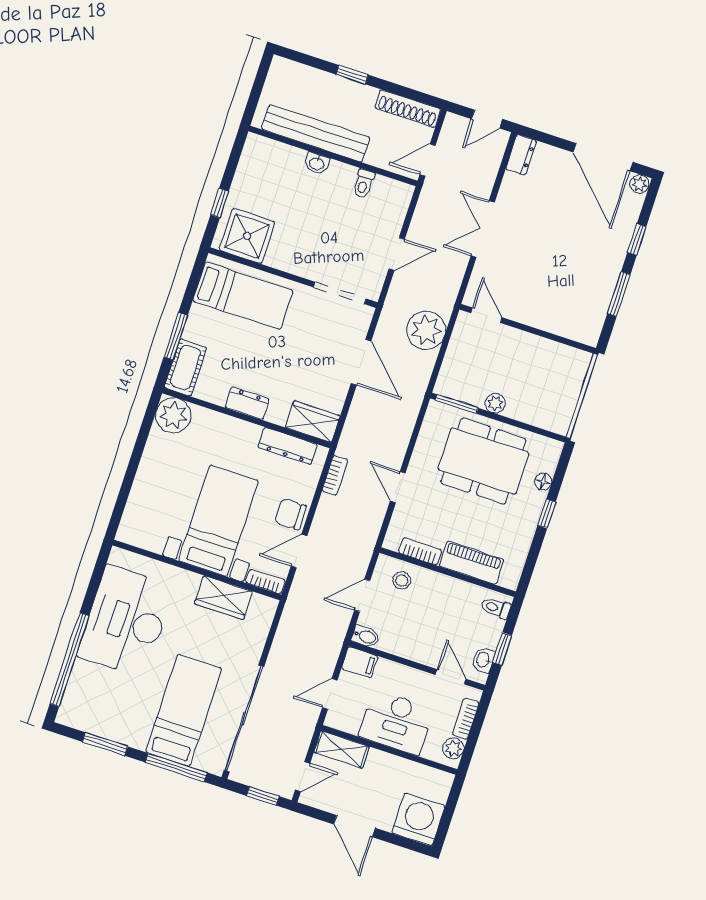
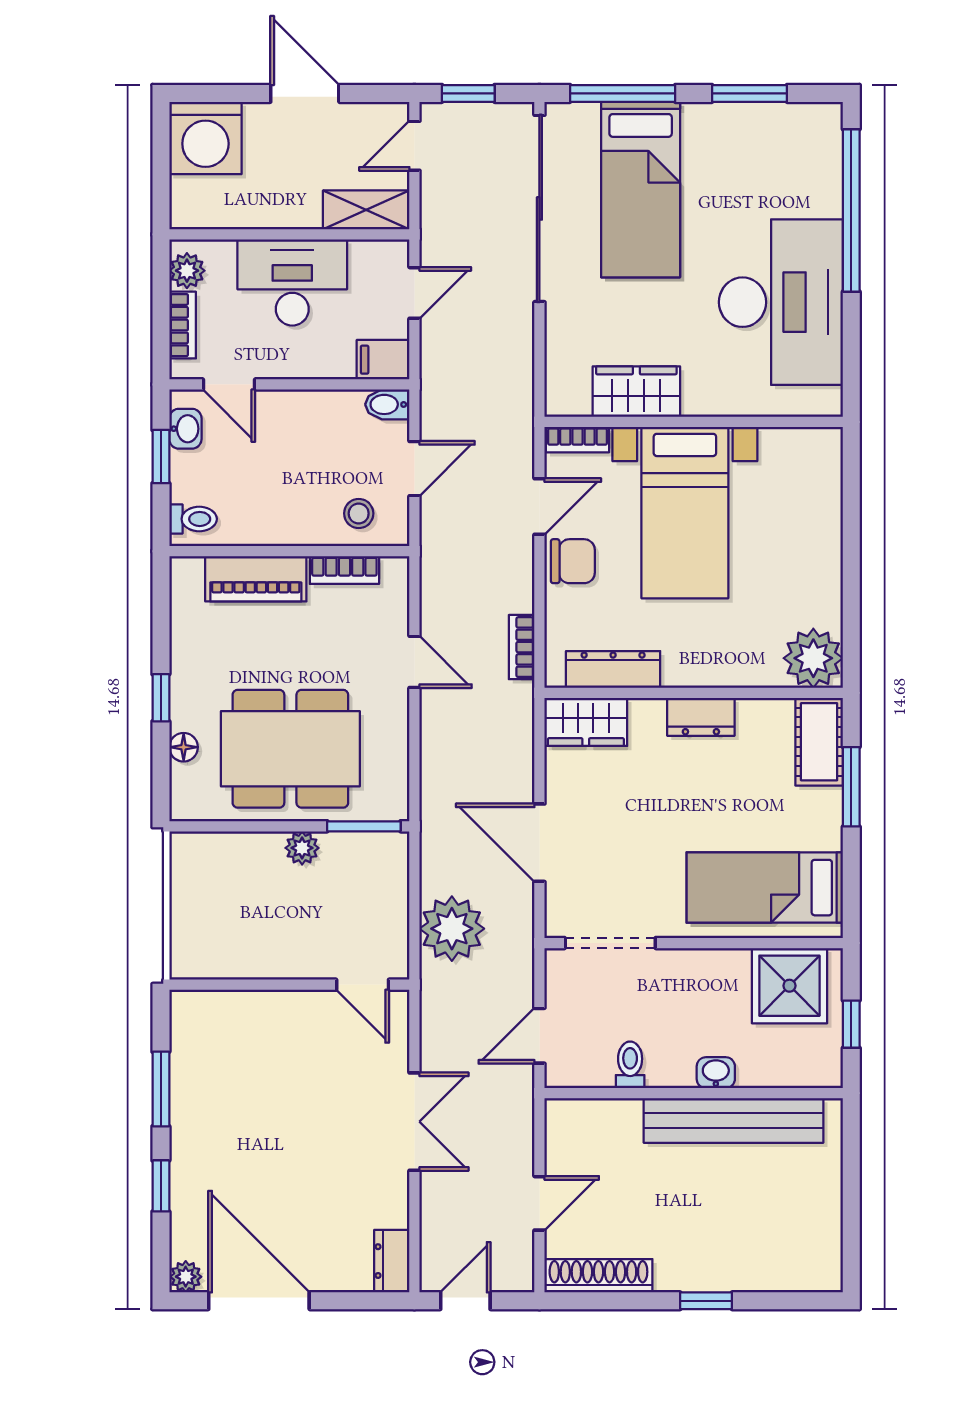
bench: (316, 133) -> (733, 1120), moved
wall: (333, 156) -> (694, 1093), moved
washbasin: (317, 163) -> (716, 1073), moved
toilet: (363, 184) -> (630, 1065), moved

